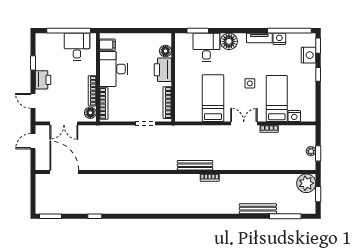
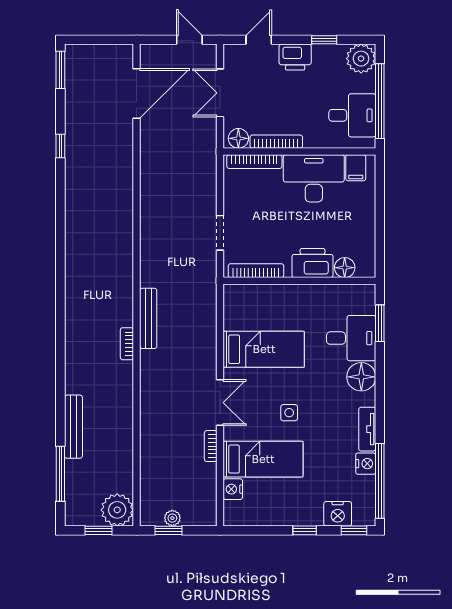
plant: (44, 42) -> (361, 59), added

